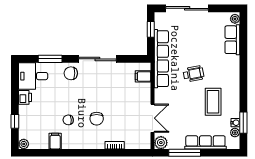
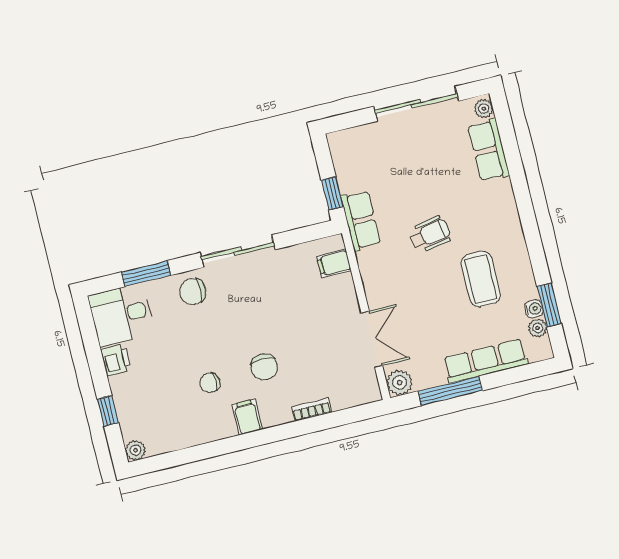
sliding door: (187, 8) -> (416, 104), moved
window: (151, 29) -> (332, 193), moved
row of seats: (161, 59) -> (361, 220), width x0.50
filing cabinet: (55, 141) -> (247, 417), moved

